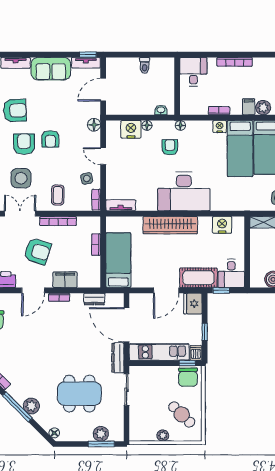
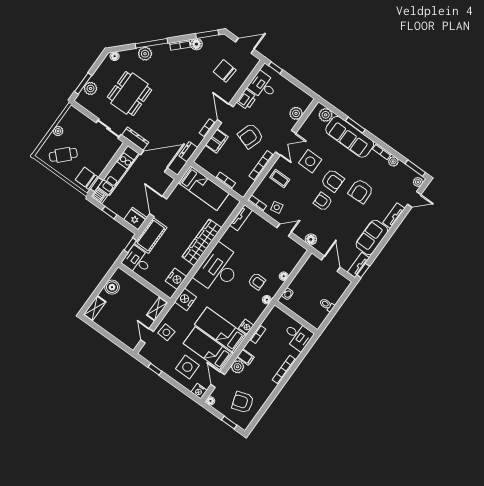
nightstand: (131, 129) -> (186, 299), moved, turned 180

